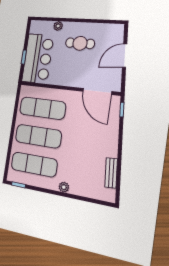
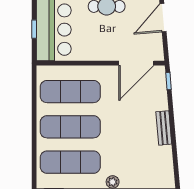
door: (97, 91) -> (136, 63), hinge flipped
bench: (111, 173) -> (164, 128), moved

